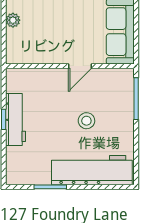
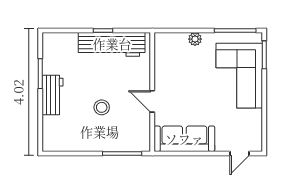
workbench: (15, 120) -> (112, 44), width x1.36, depth x1.32
workbench: (92, 170) -> (52, 95), width x0.53, depth x0.76

